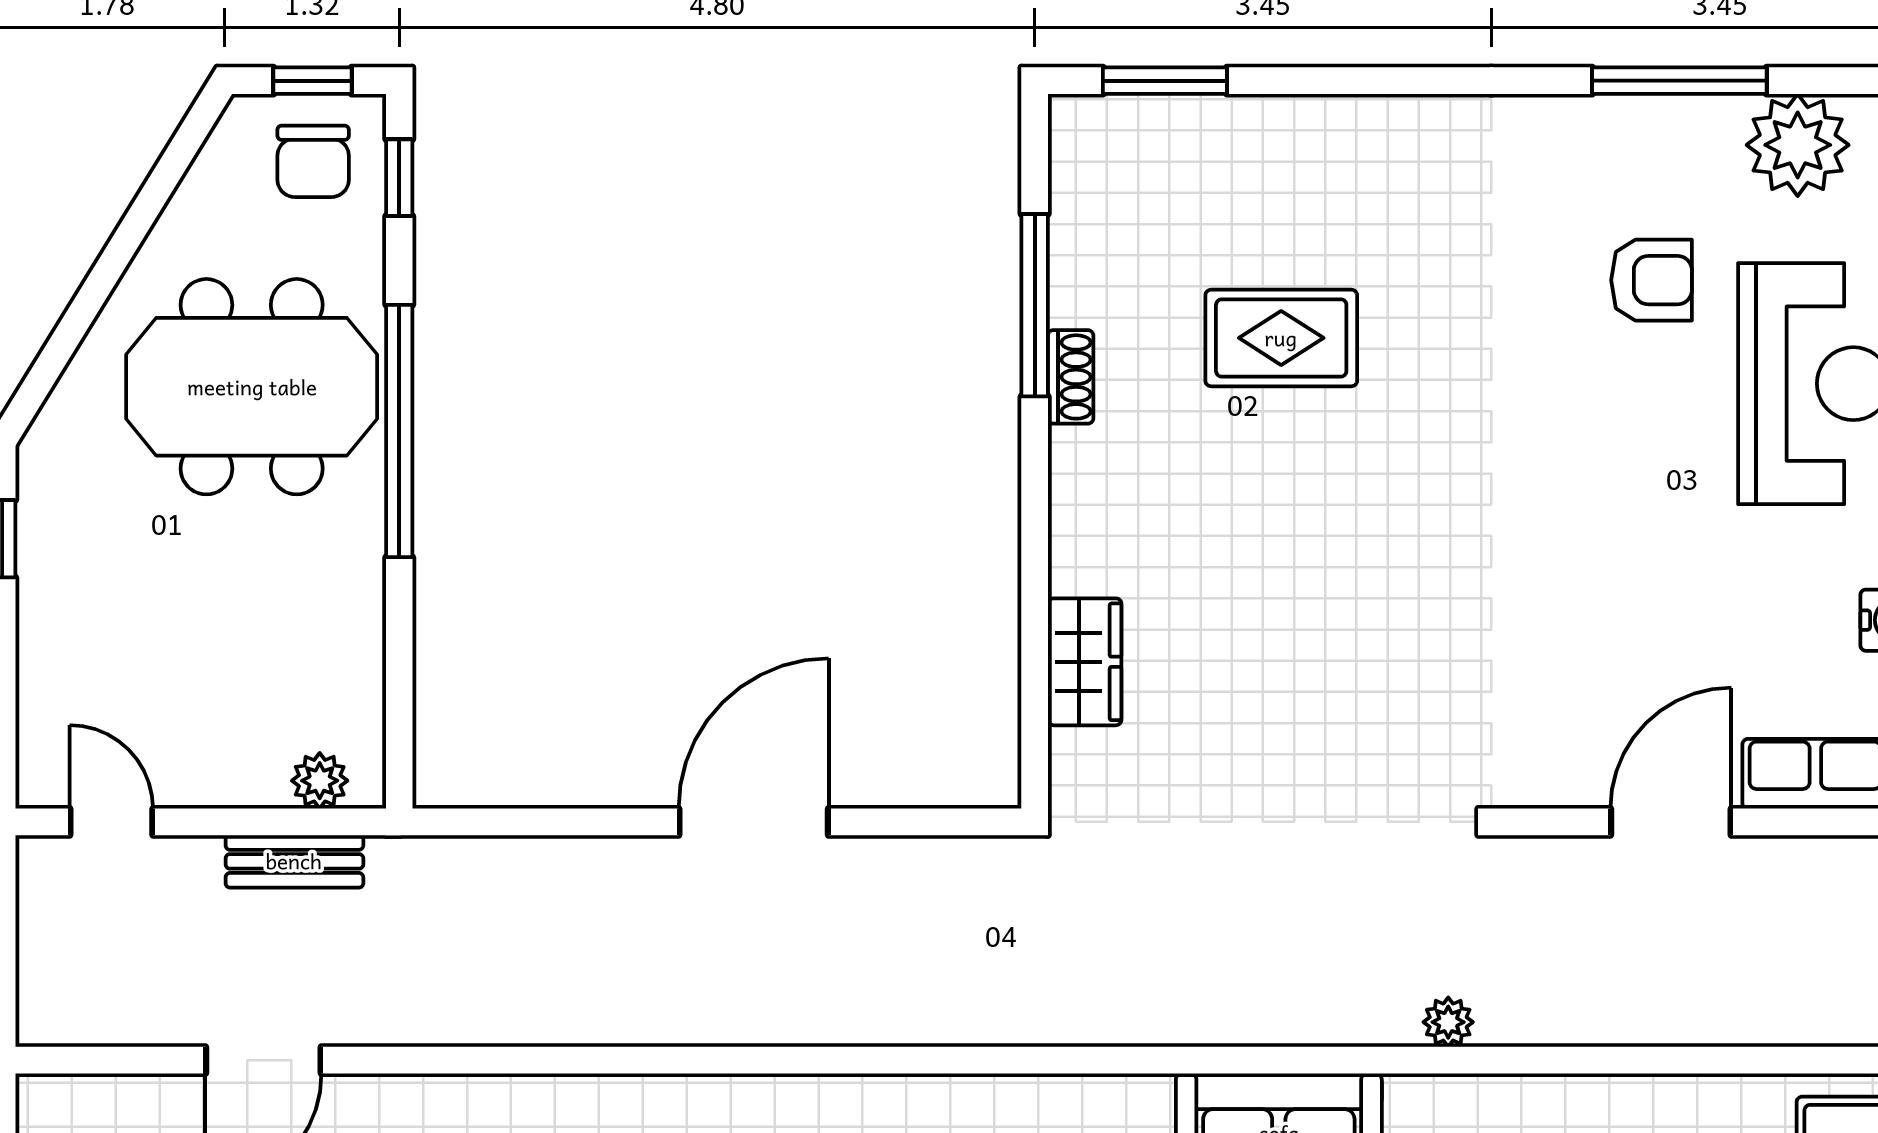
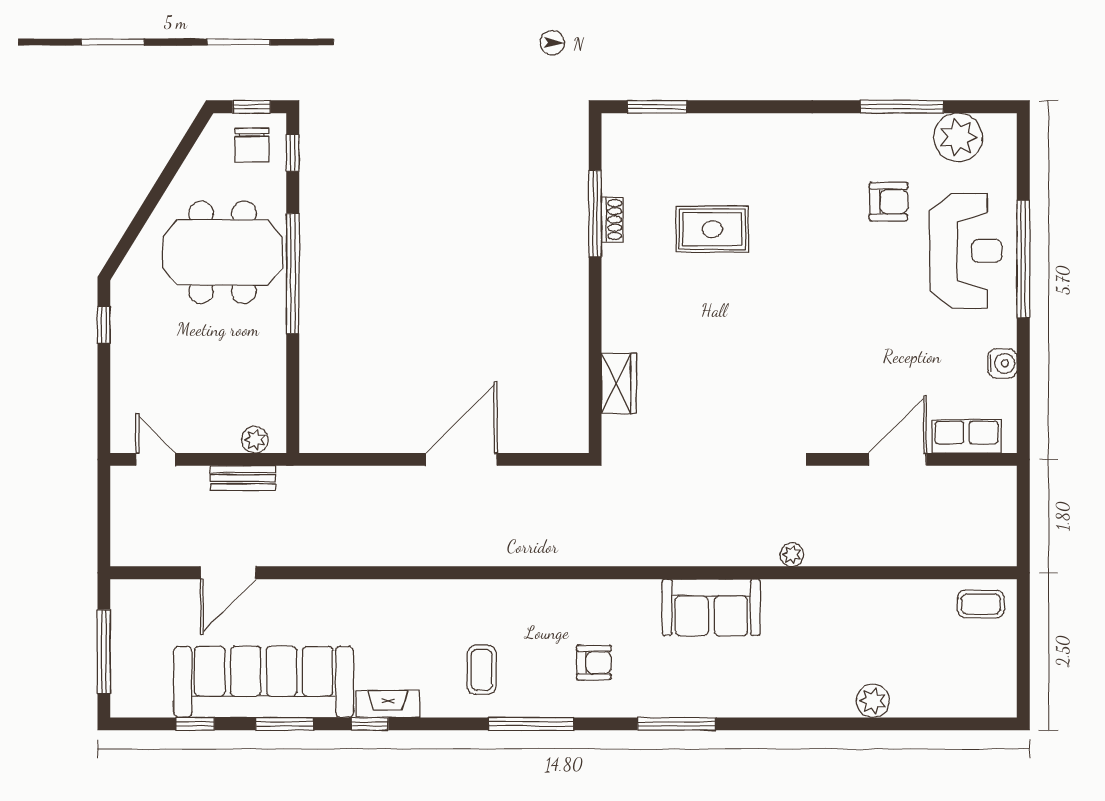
shoe rack: (1071, 377) -> (612, 219), moved

